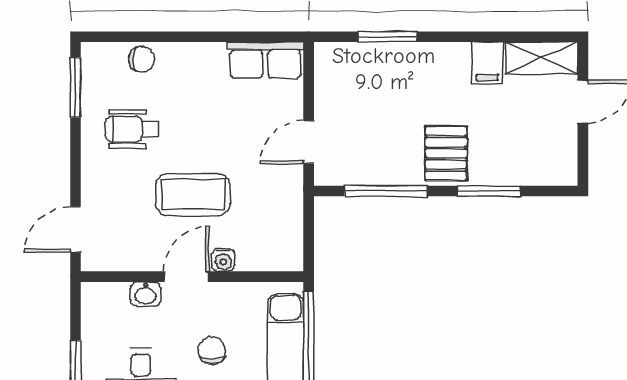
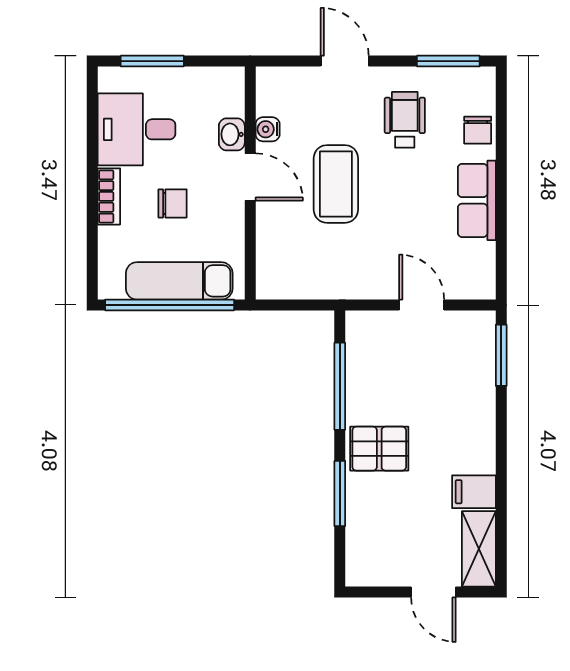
window: (388, 37) -> (501, 355), moved
row of seats: (265, 60) -> (477, 200), moved
door: (309, 142) -> (422, 305), moved
door: (76, 229) -> (345, 61), moved
water cooler: (223, 260) -> (268, 129), moved

